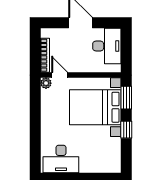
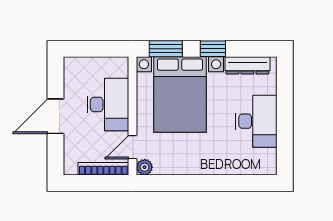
desk: (107, 46) -> (108, 104), moved, turned 90
dresser: (115, 153) -> (247, 65), added
desk: (61, 159) -> (256, 121), moved

